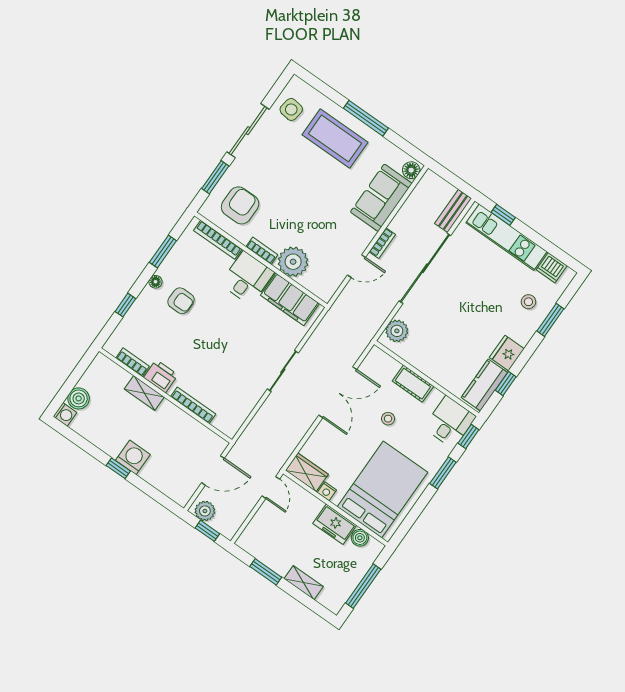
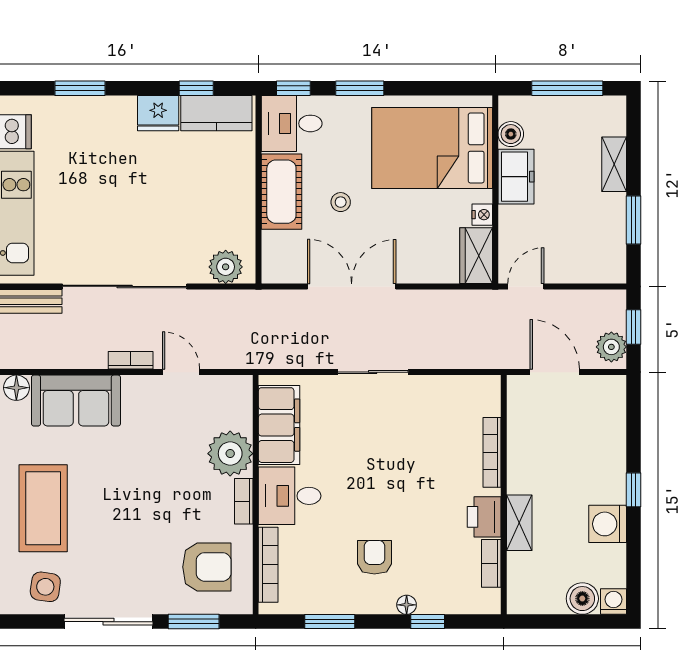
armchair: (240, 205) -> (207, 567), turned 180
floor lamp: (155, 282) -> (407, 605), moved
stool: (528, 302) -> (77, 131), removed
cot: (413, 384) -> (281, 192), width x1.37, depth x1.34
washing machine: (133, 457) -> (608, 524), moved

